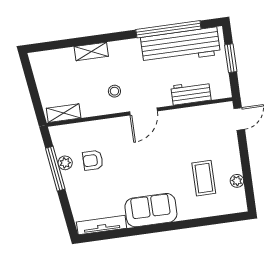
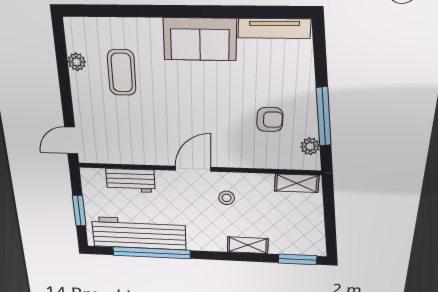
window: (49, 46) -> (298, 259), added
plant: (65, 163) -> (310, 146), moved

